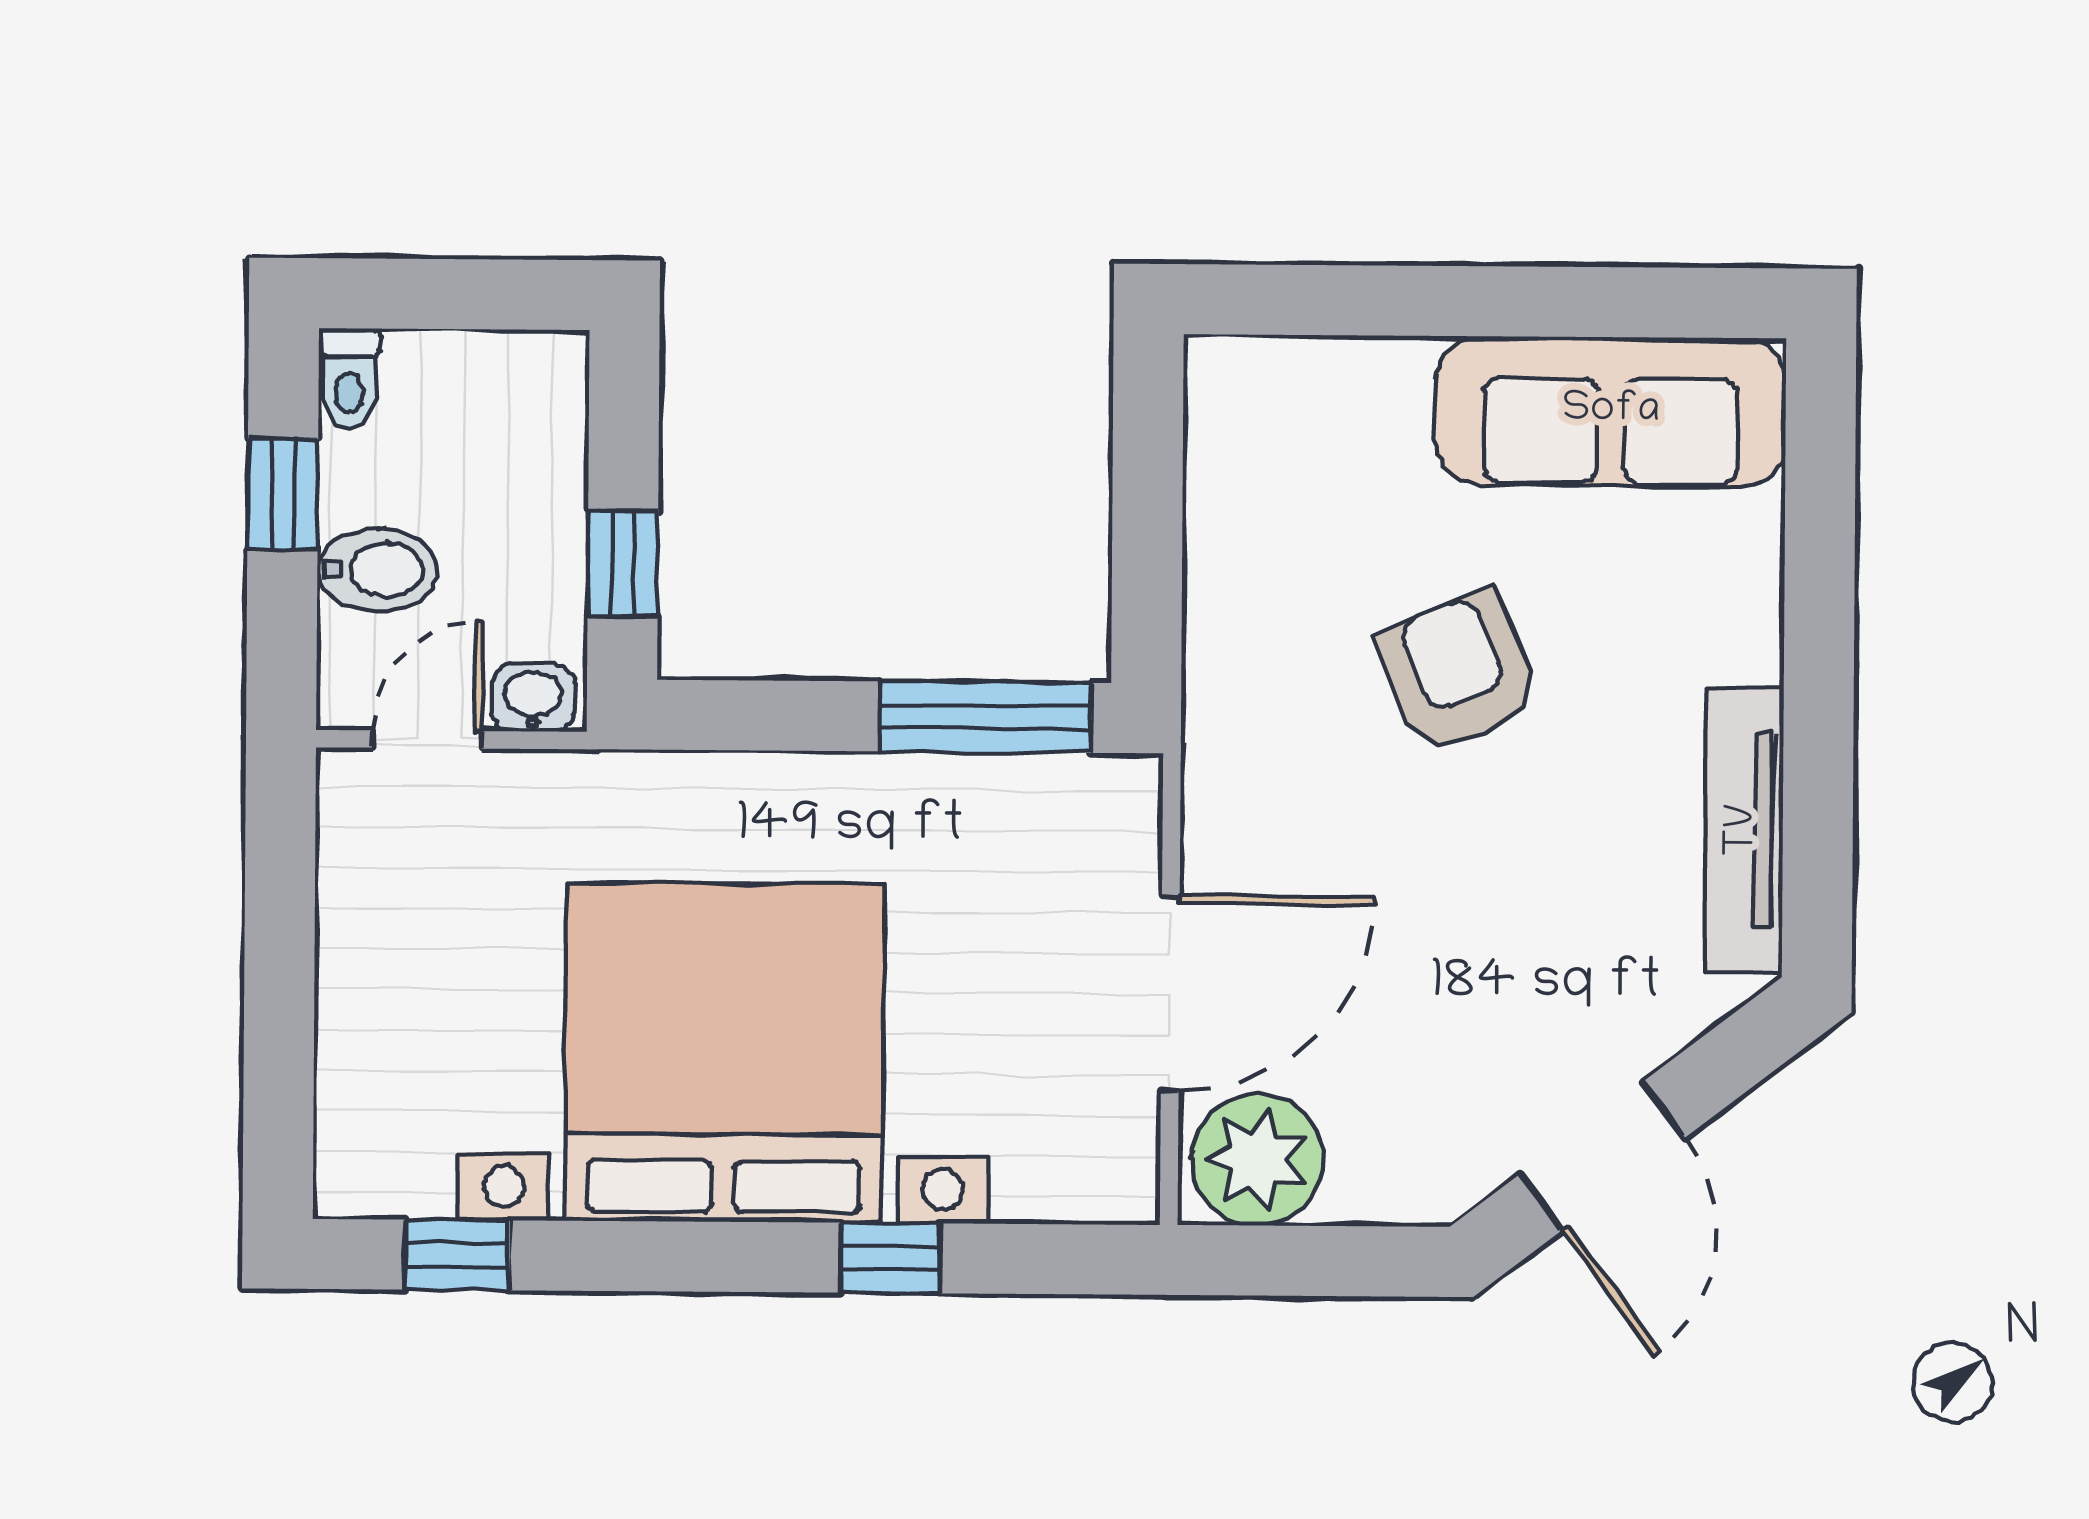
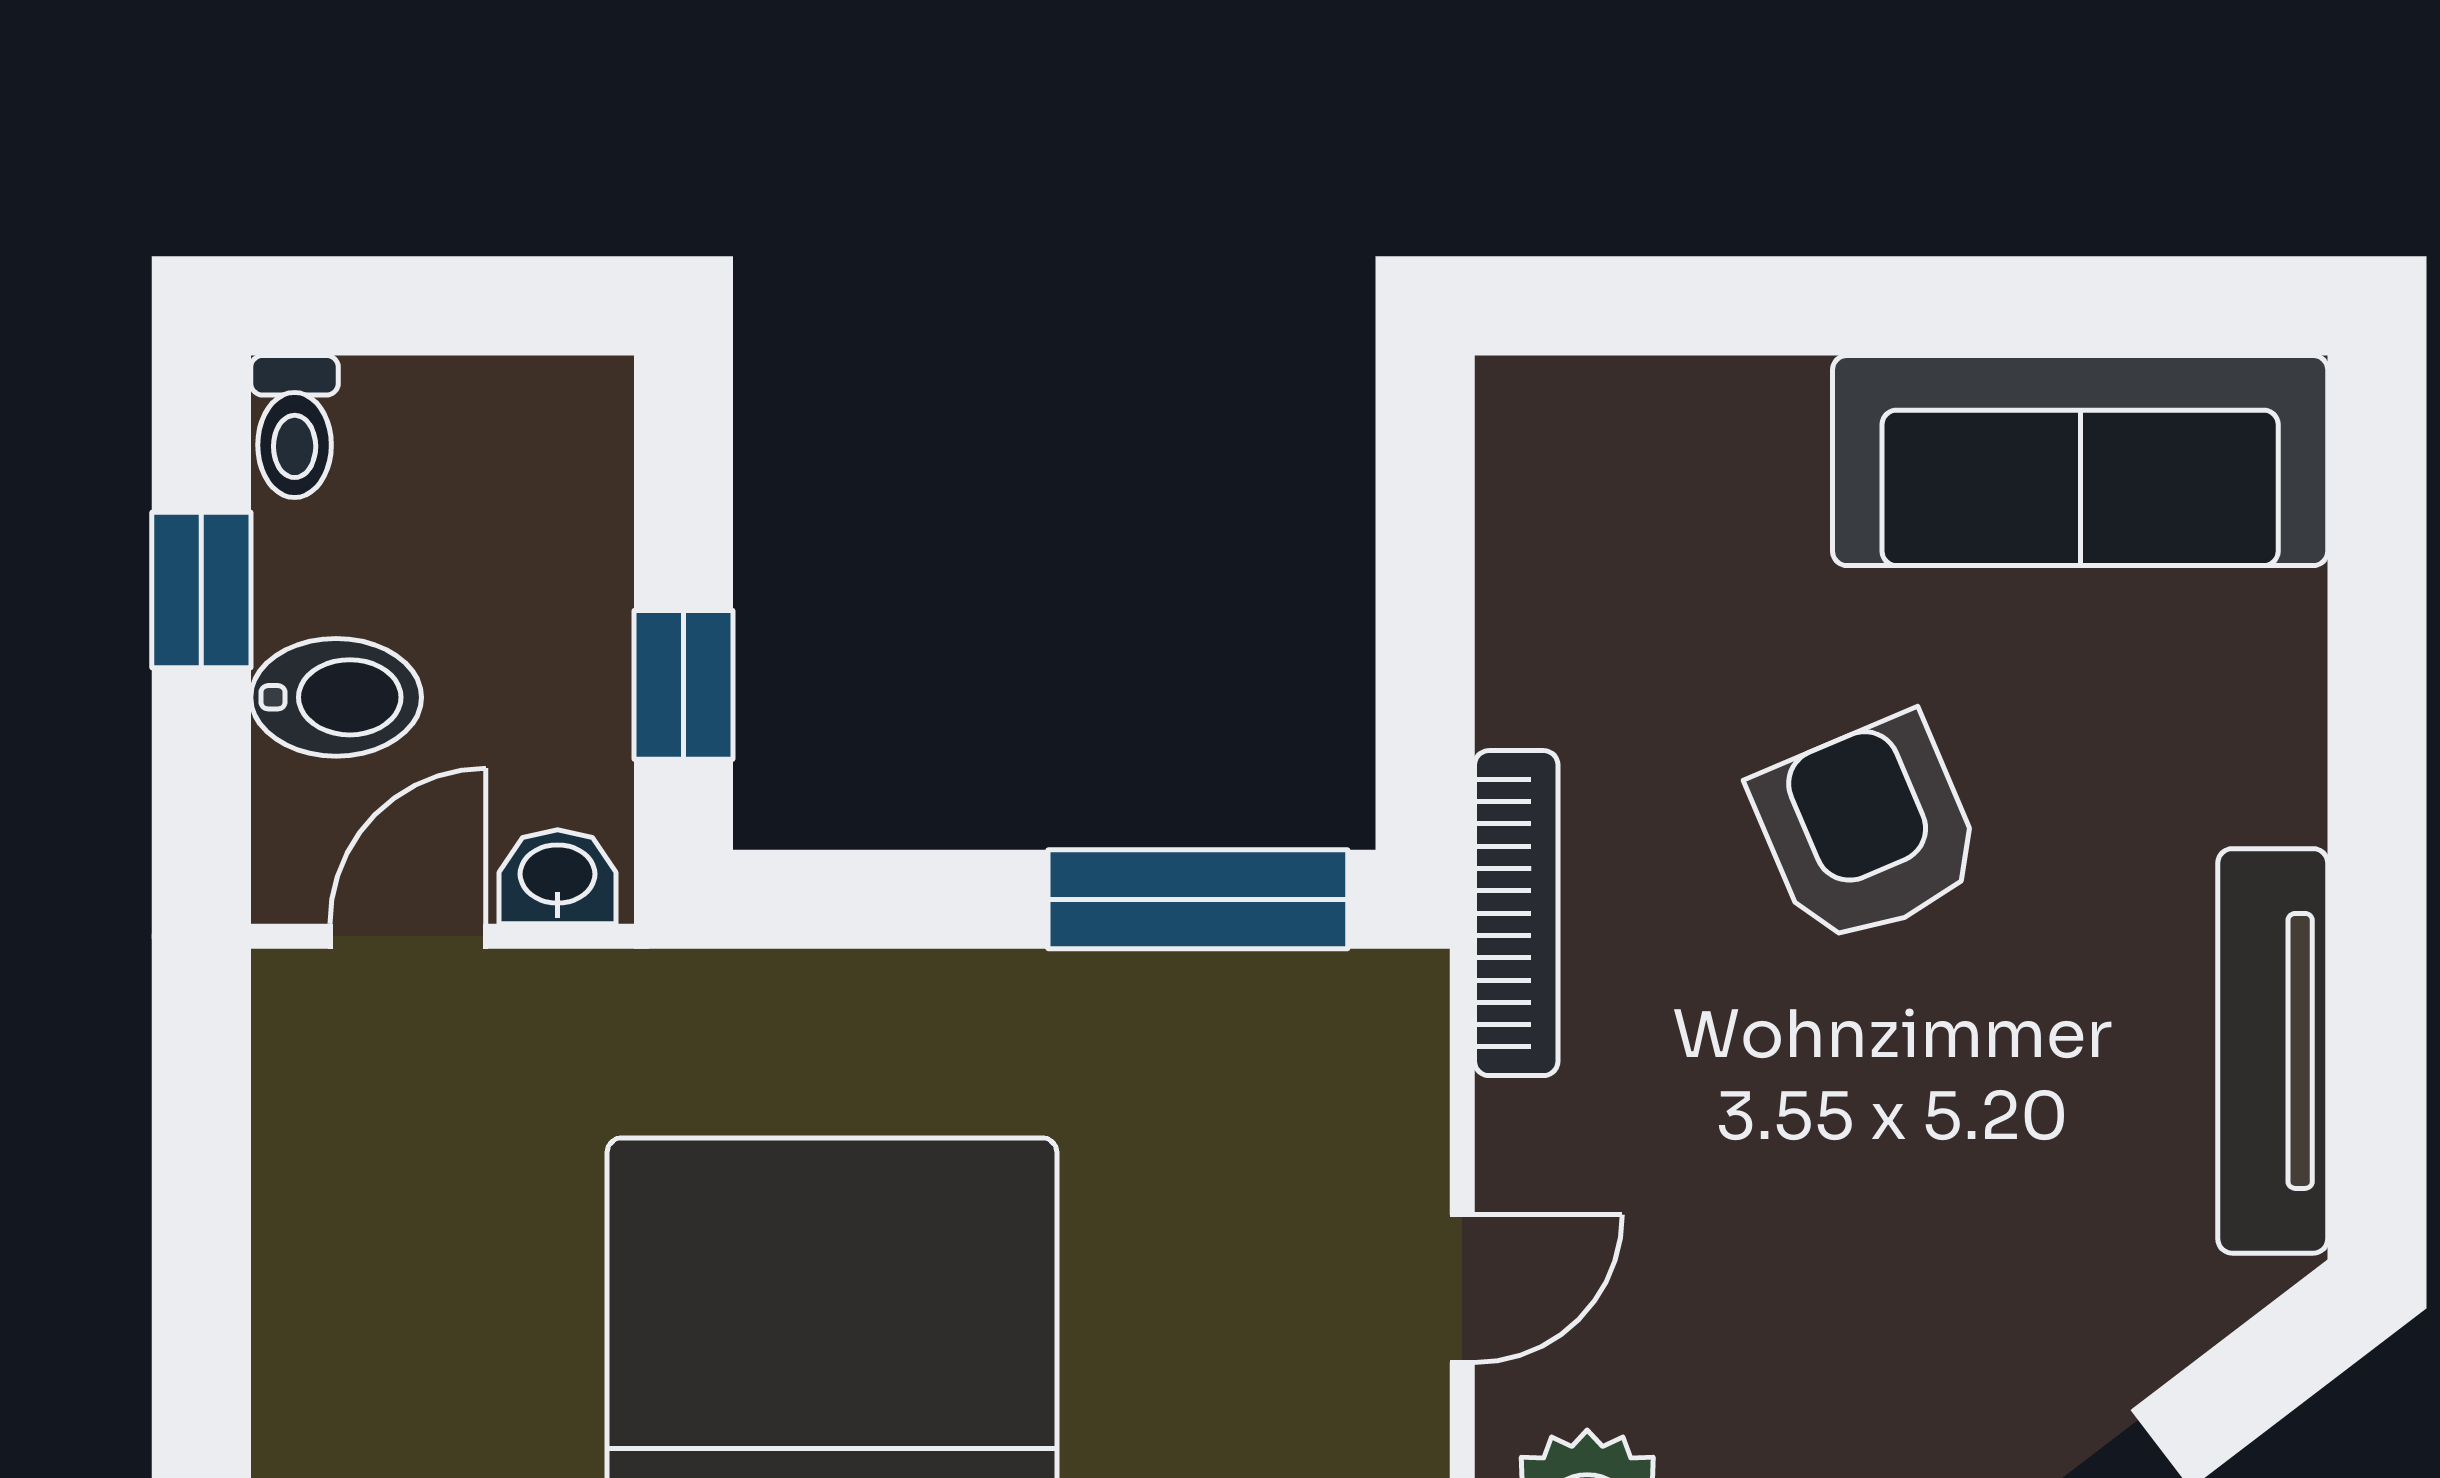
bookcase: (1210, 728) -> (1516, 913), added
door: (1170, 993) -> (1462, 1289), width x0.53

